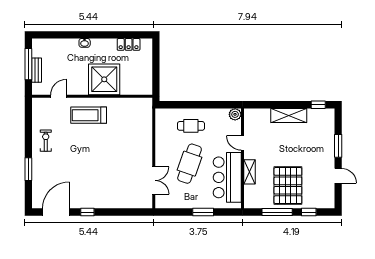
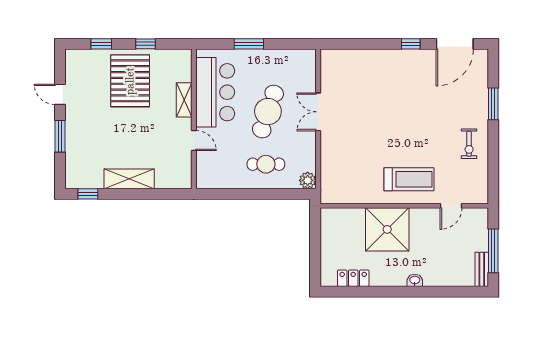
bench: (37, 70) -> (482, 269), moved
plant: (235, 114) -> (308, 180), moved
double door: (154, 180) -> (318, 112), moved
window: (277, 212) -> (145, 44), width x0.46

